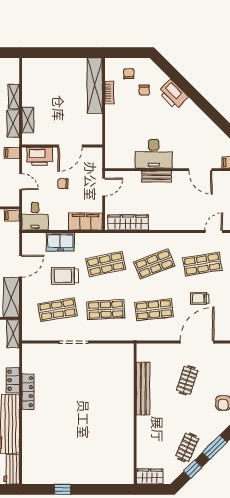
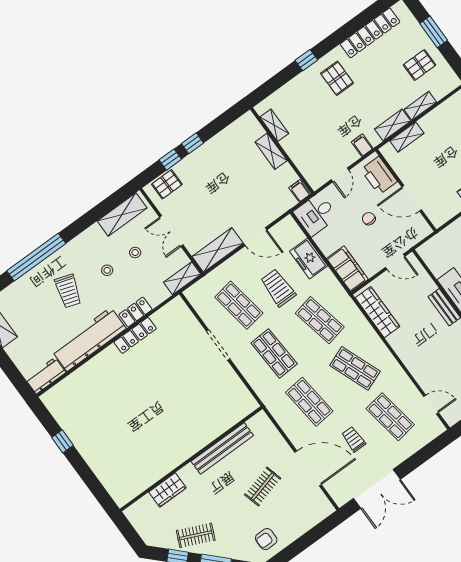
clothes rail: (187, 380) -> (263, 486), turned -33
wardrobe: (150, 477) -> (167, 490), moved, turned 90

